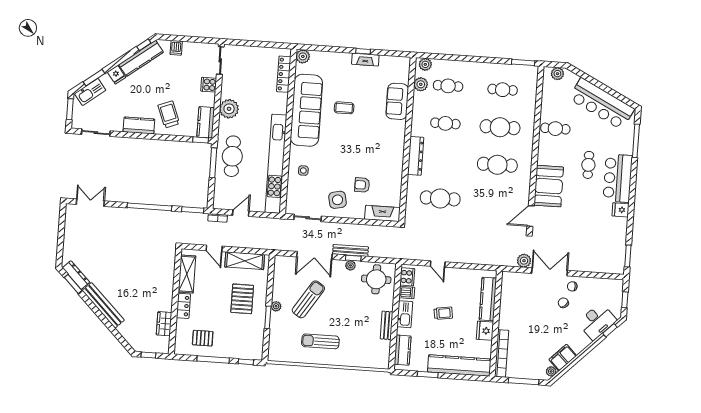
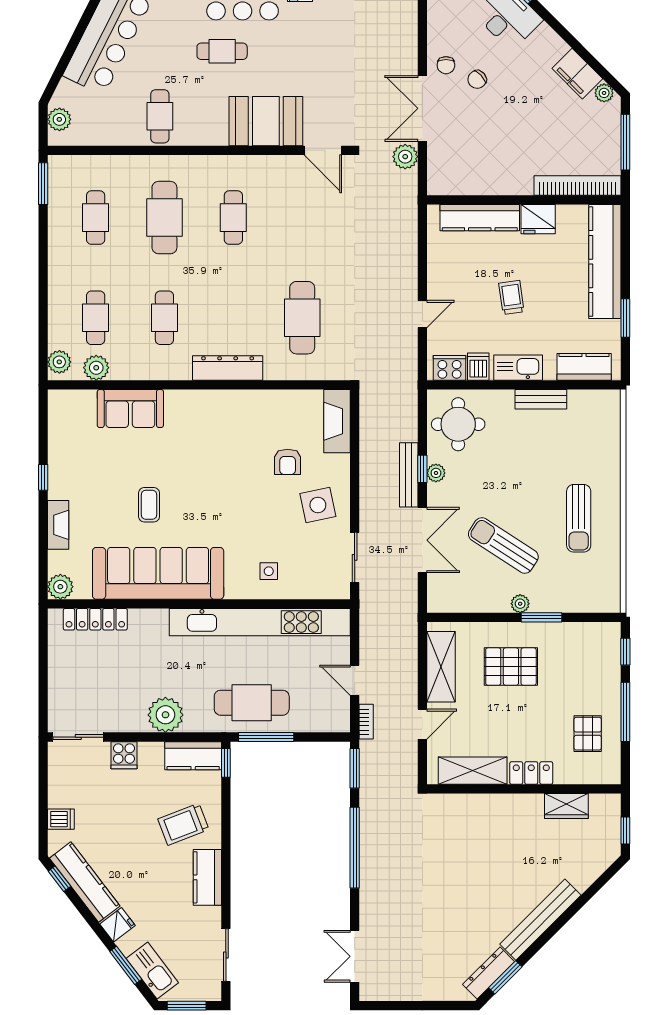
fireplace: (365, 60) -> (58, 525), moved
cafe table: (497, 165) -> (233, 218), width x0.73, depth x0.74

